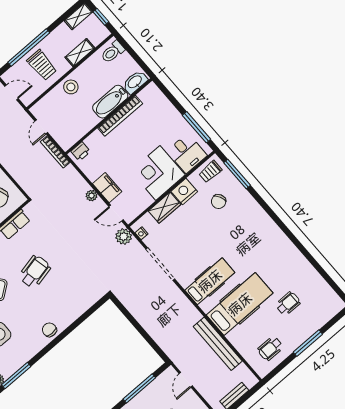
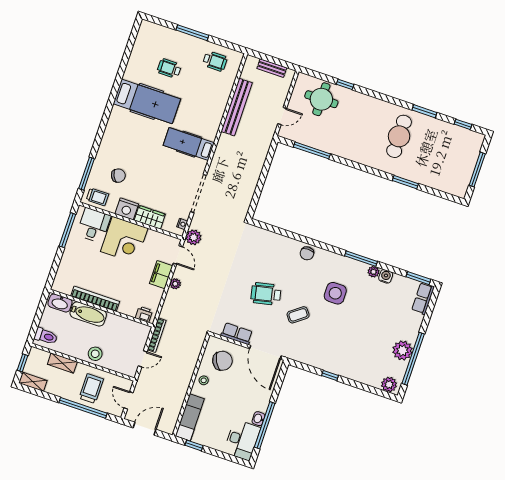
hospital bed: (240, 304) -> (147, 101), moved, turned 180

